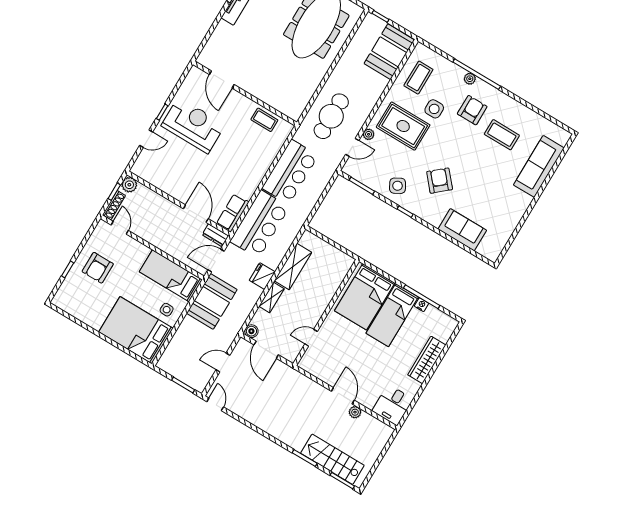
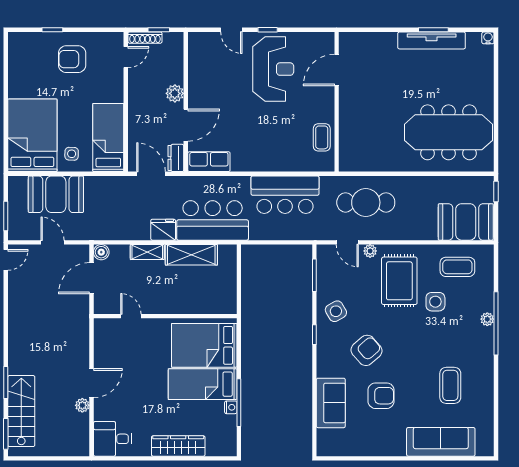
armchair: (472, 110) -> (381, 396), moved
plant: (129, 185) -> (175, 93), moved
bar counter: (260, 224) -> (213, 220), moved, turned 180
booth: (212, 301) -> (56, 194), moved

